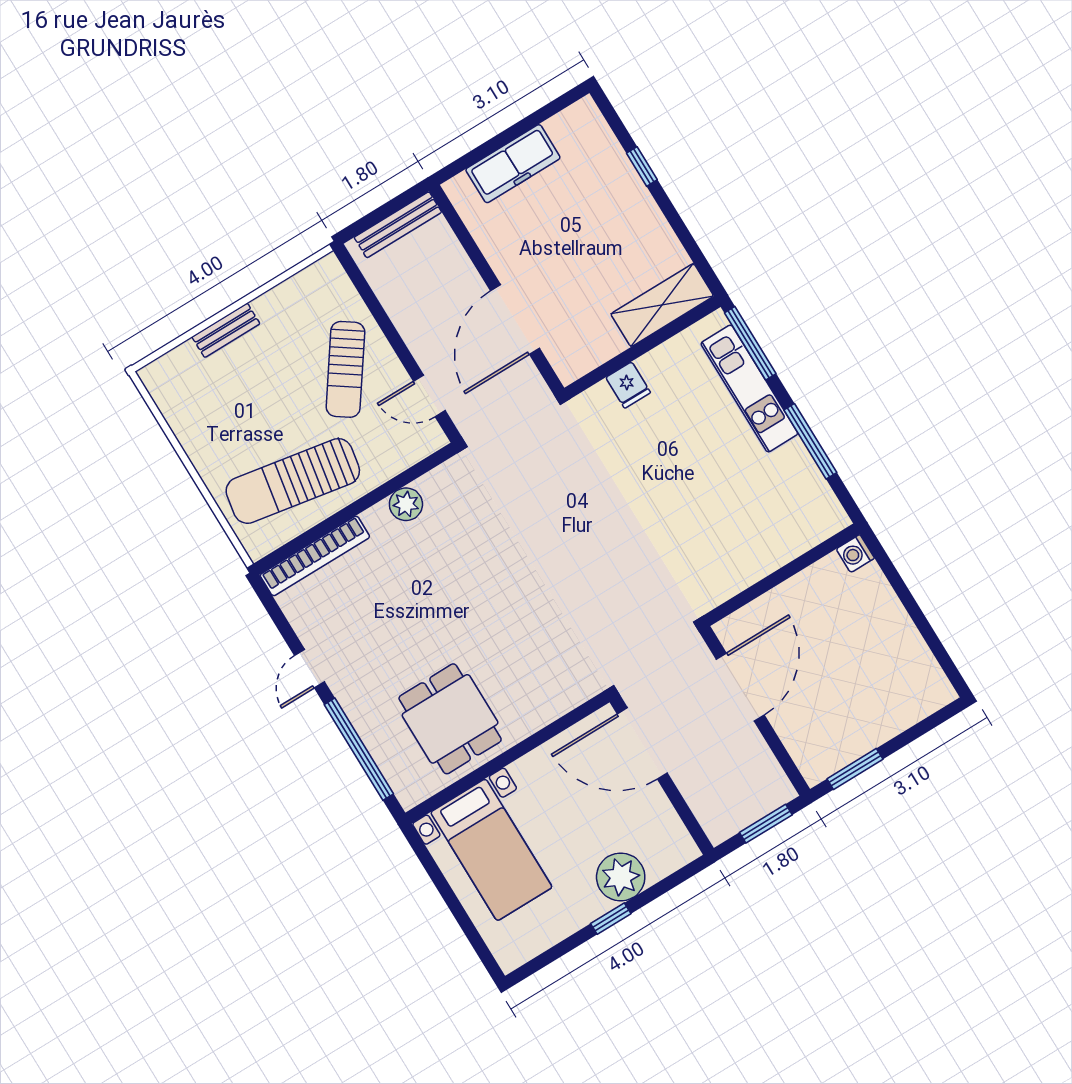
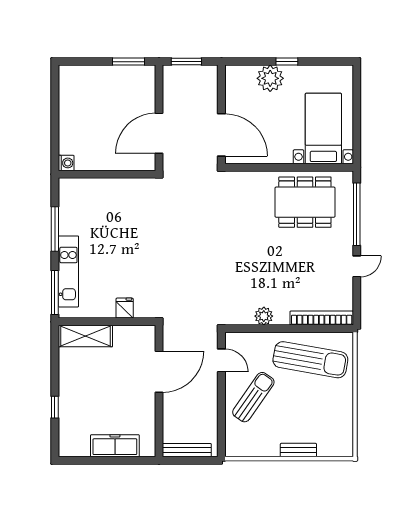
dining table: (450, 719) -> (305, 202), width x1.37

